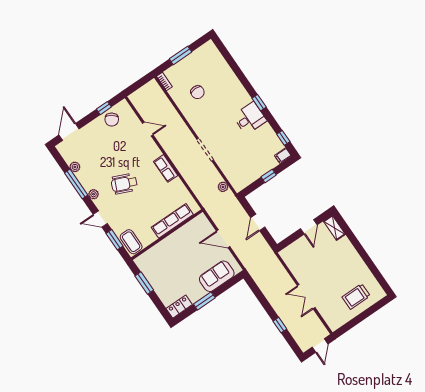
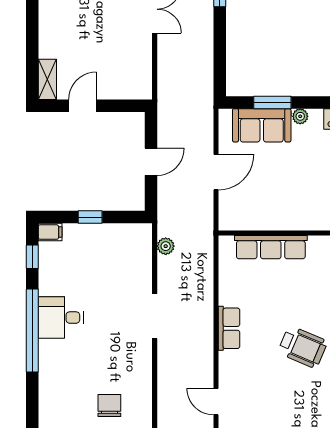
window: (259, 103) -> (32, 331), width x3.17
door: (223, 239) -> (216, 172), hinge flipped
plant: (201, 293) -> (300, 116), added
window: (204, 301) -> (272, 102), moved

